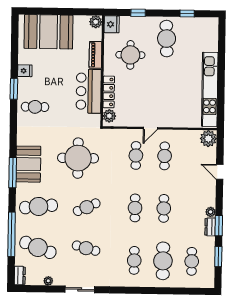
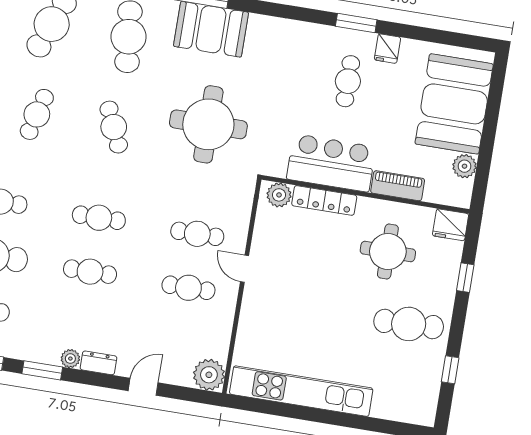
plant: (96, 22) -> (465, 166), moved
cafe table: (35, 107) -> (348, 81), moved
dresser: (210, 227) -> (98, 363), moved

